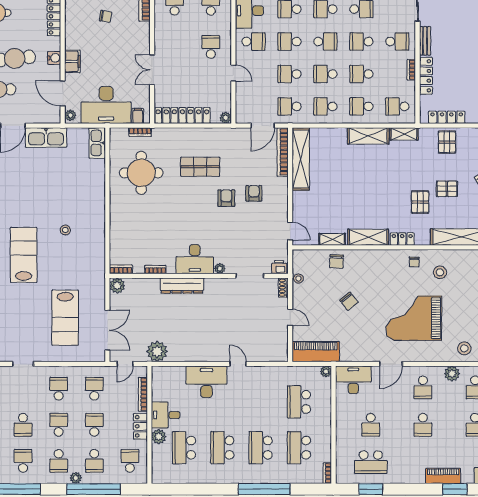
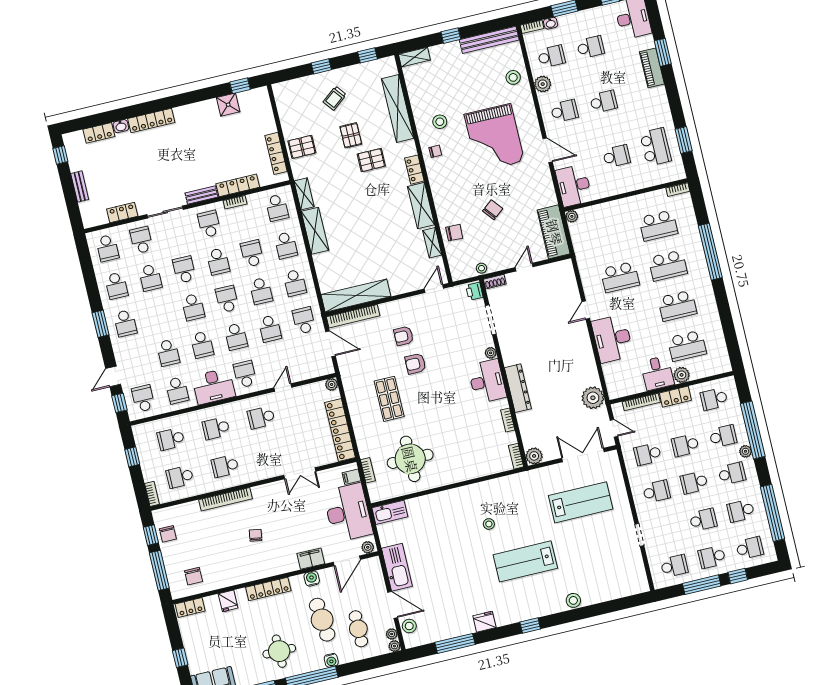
school desk: (361, 74) -> (252, 253), turned 180
school desk: (289, 106) -> (304, 320), turned 180
school desk: (59, 389) -> (656, 491), turned 180
school desk: (299, 402) -> (620, 277), moved

